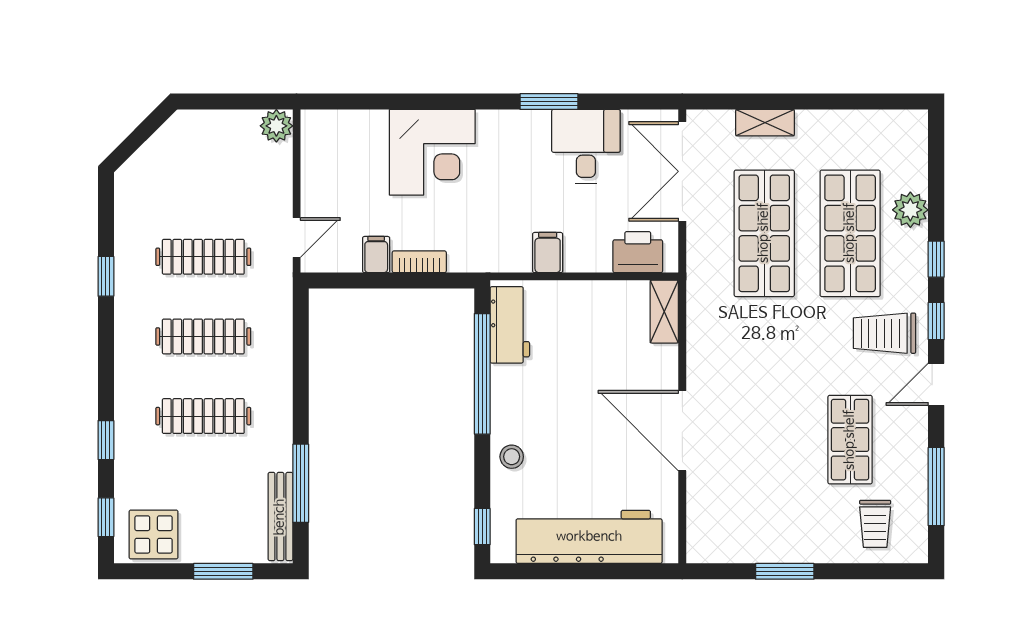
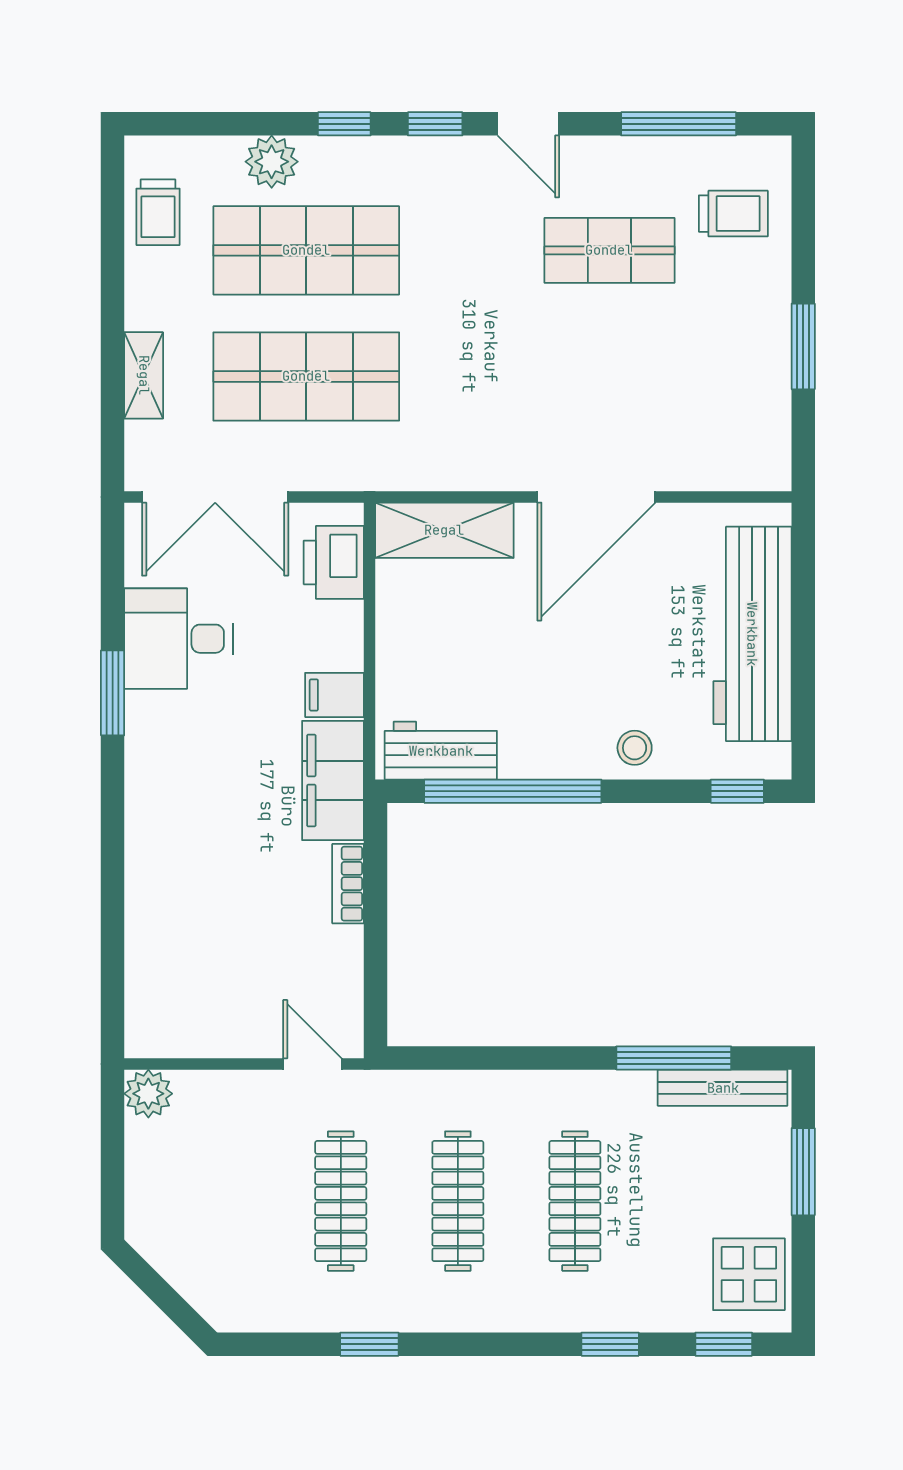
corner desk: (432, 152) -> (187, 865), removed
filing cabinet: (376, 255) -> (333, 781), moved, width x3.00, depth x1.17
shelving: (664, 312) -> (444, 530), width x1.50, depth x1.33
trolley: (885, 333) -> (158, 212), moved, width x0.73, depth x0.72

